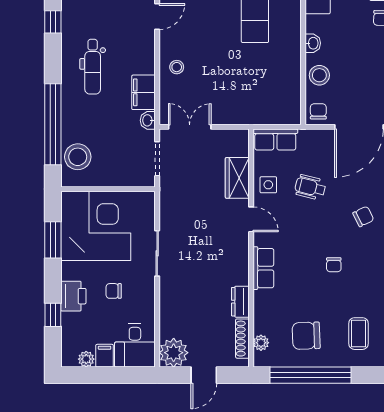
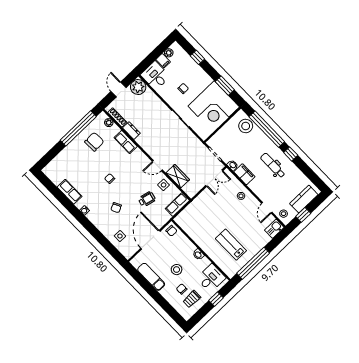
window: (53, 22) -> (291, 154), moved
stool: (319, 75) -> (177, 270), moved
row of seats: (263, 268) -> (126, 142), moved
printer: (73, 296) -> (196, 72), removed
coffee table: (358, 334) -> (75, 162), removed

